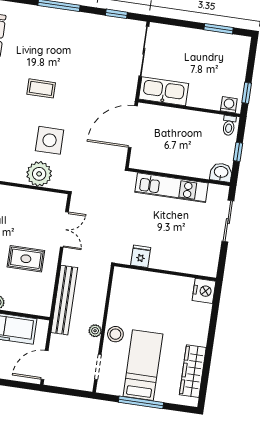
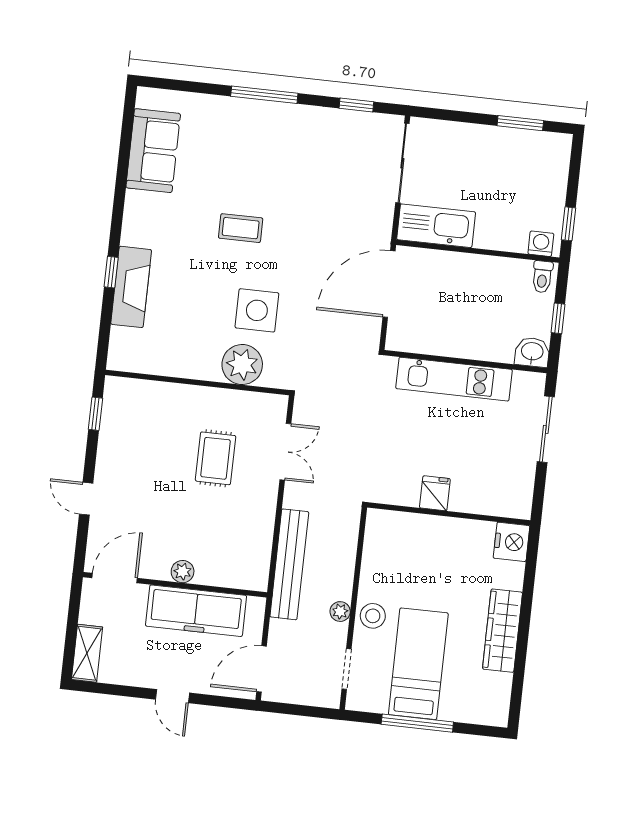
fridge: (141, 256) -> (435, 493), moved
rug: (26, 259) -> (216, 458), moved, turned 90
wardrobe: (193, 371) -> (502, 631), moved

